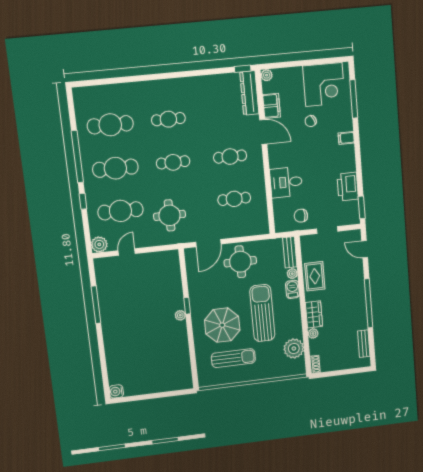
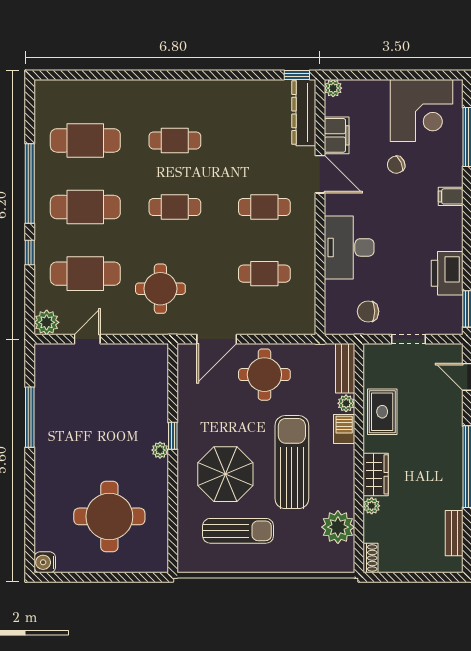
desk: (286, 182) -> (349, 247), width x1.37
round table: (153, 359) -> (109, 516), added

